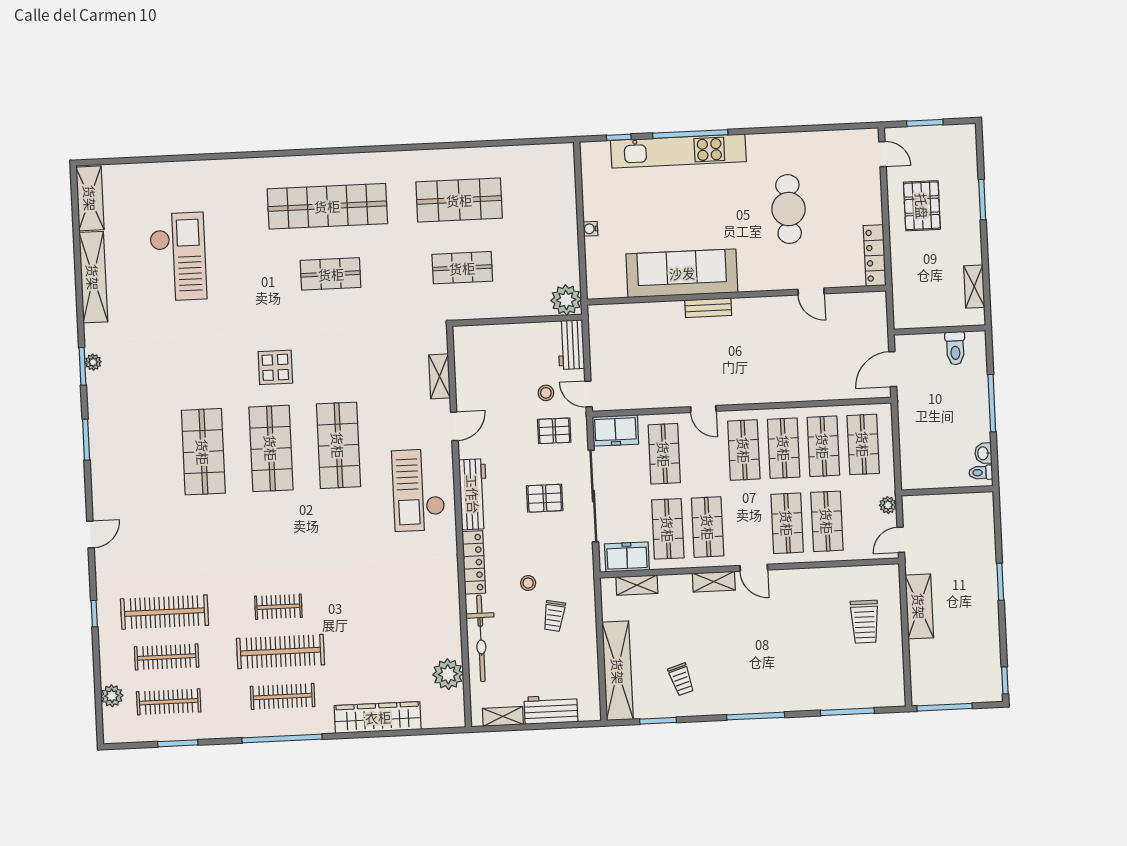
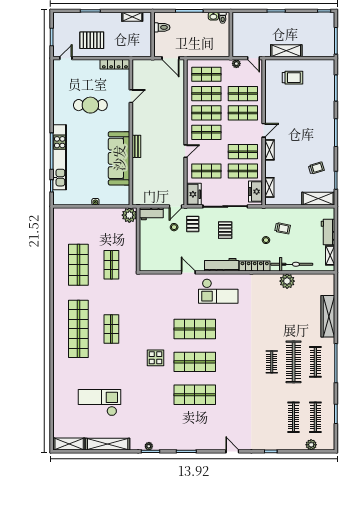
shelving: (440, 376) -> (164, 278), removed
clothes rail: (164, 612) -> (272, 417), removed
shelving: (618, 671) -> (318, 199), width x0.68
plant: (448, 674) -> (287, 281), moved

